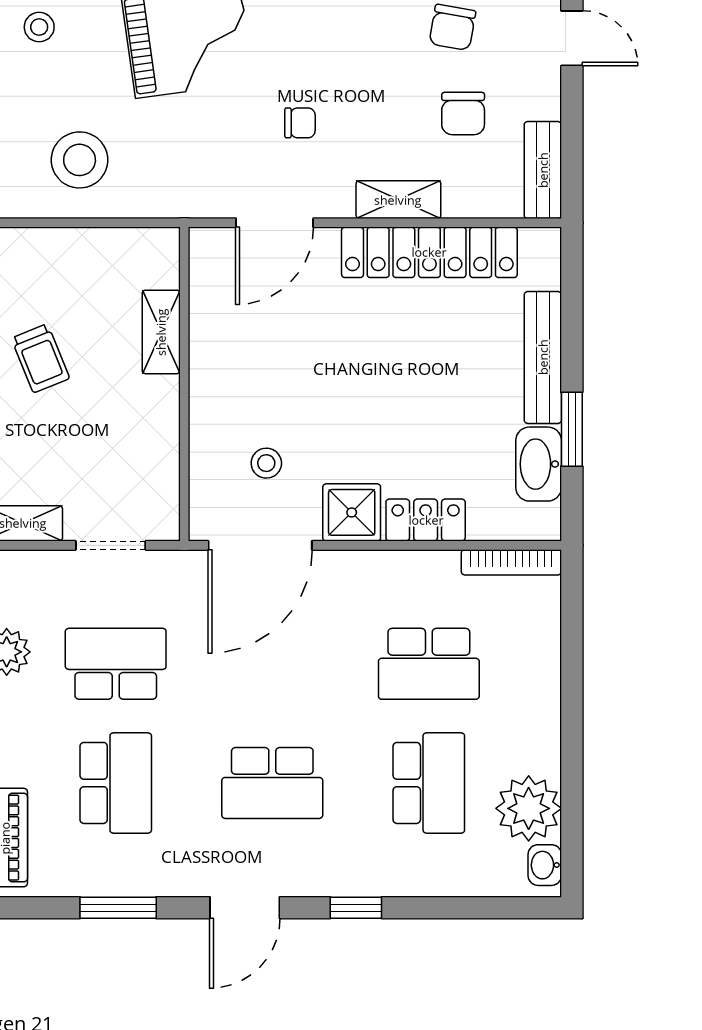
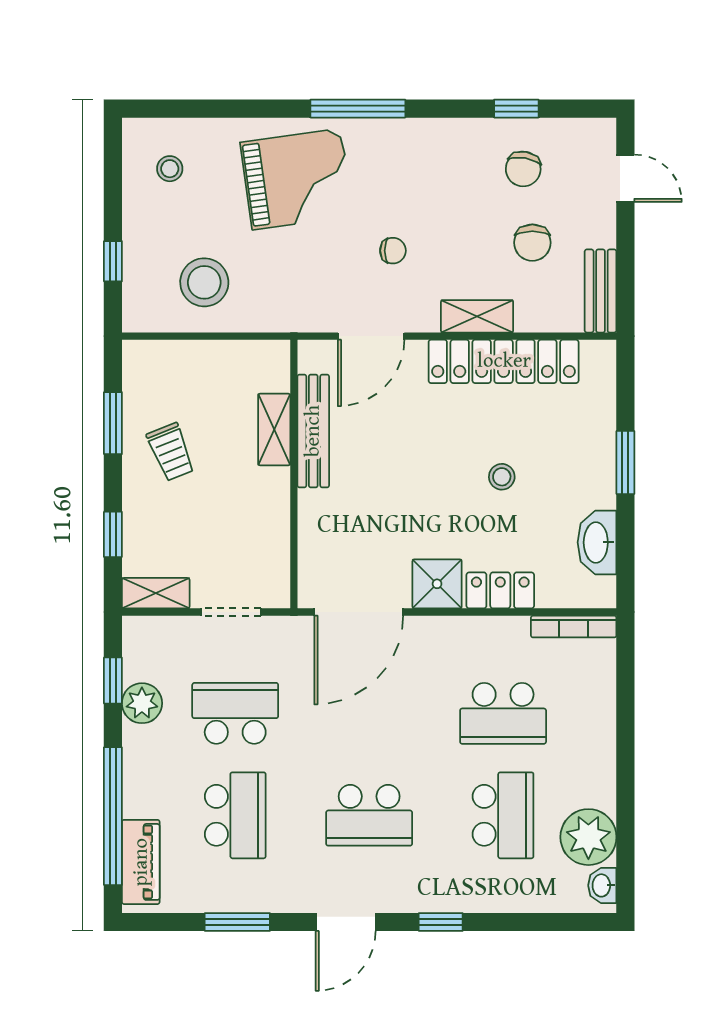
bench: (543, 357) -> (313, 431), moved
window: (572, 429) -> (625, 463), moved
stool: (266, 463) -> (502, 477), moved

